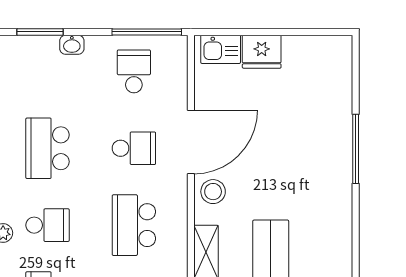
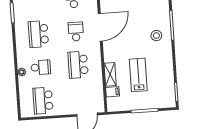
school desk: (134, 148) -> (76, 32), turned -90
stool: (213, 192) -> (156, 36), moved

